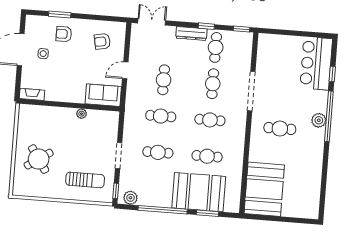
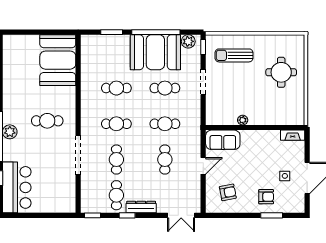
round table: (39, 159) -> (281, 72), turned 34
booth: (199, 192) -> (155, 52), moved

